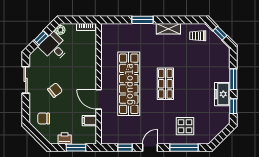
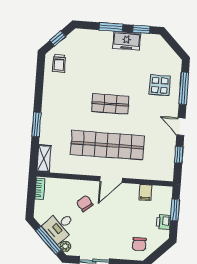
shelving: (168, 29) -> (44, 158), moved
plant: (60, 30) -> (65, 246), moved
window: (41, 38) -> (48, 240), width x2.17
chair: (55, 90) -> (85, 203), moved
door: (99, 99) -> (111, 180), moved

